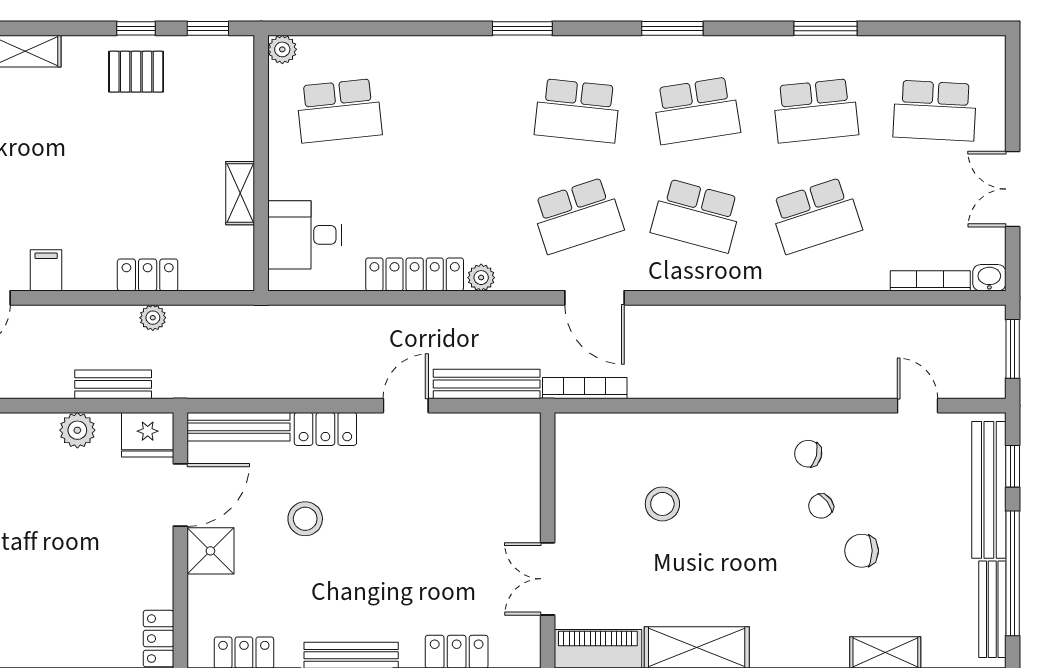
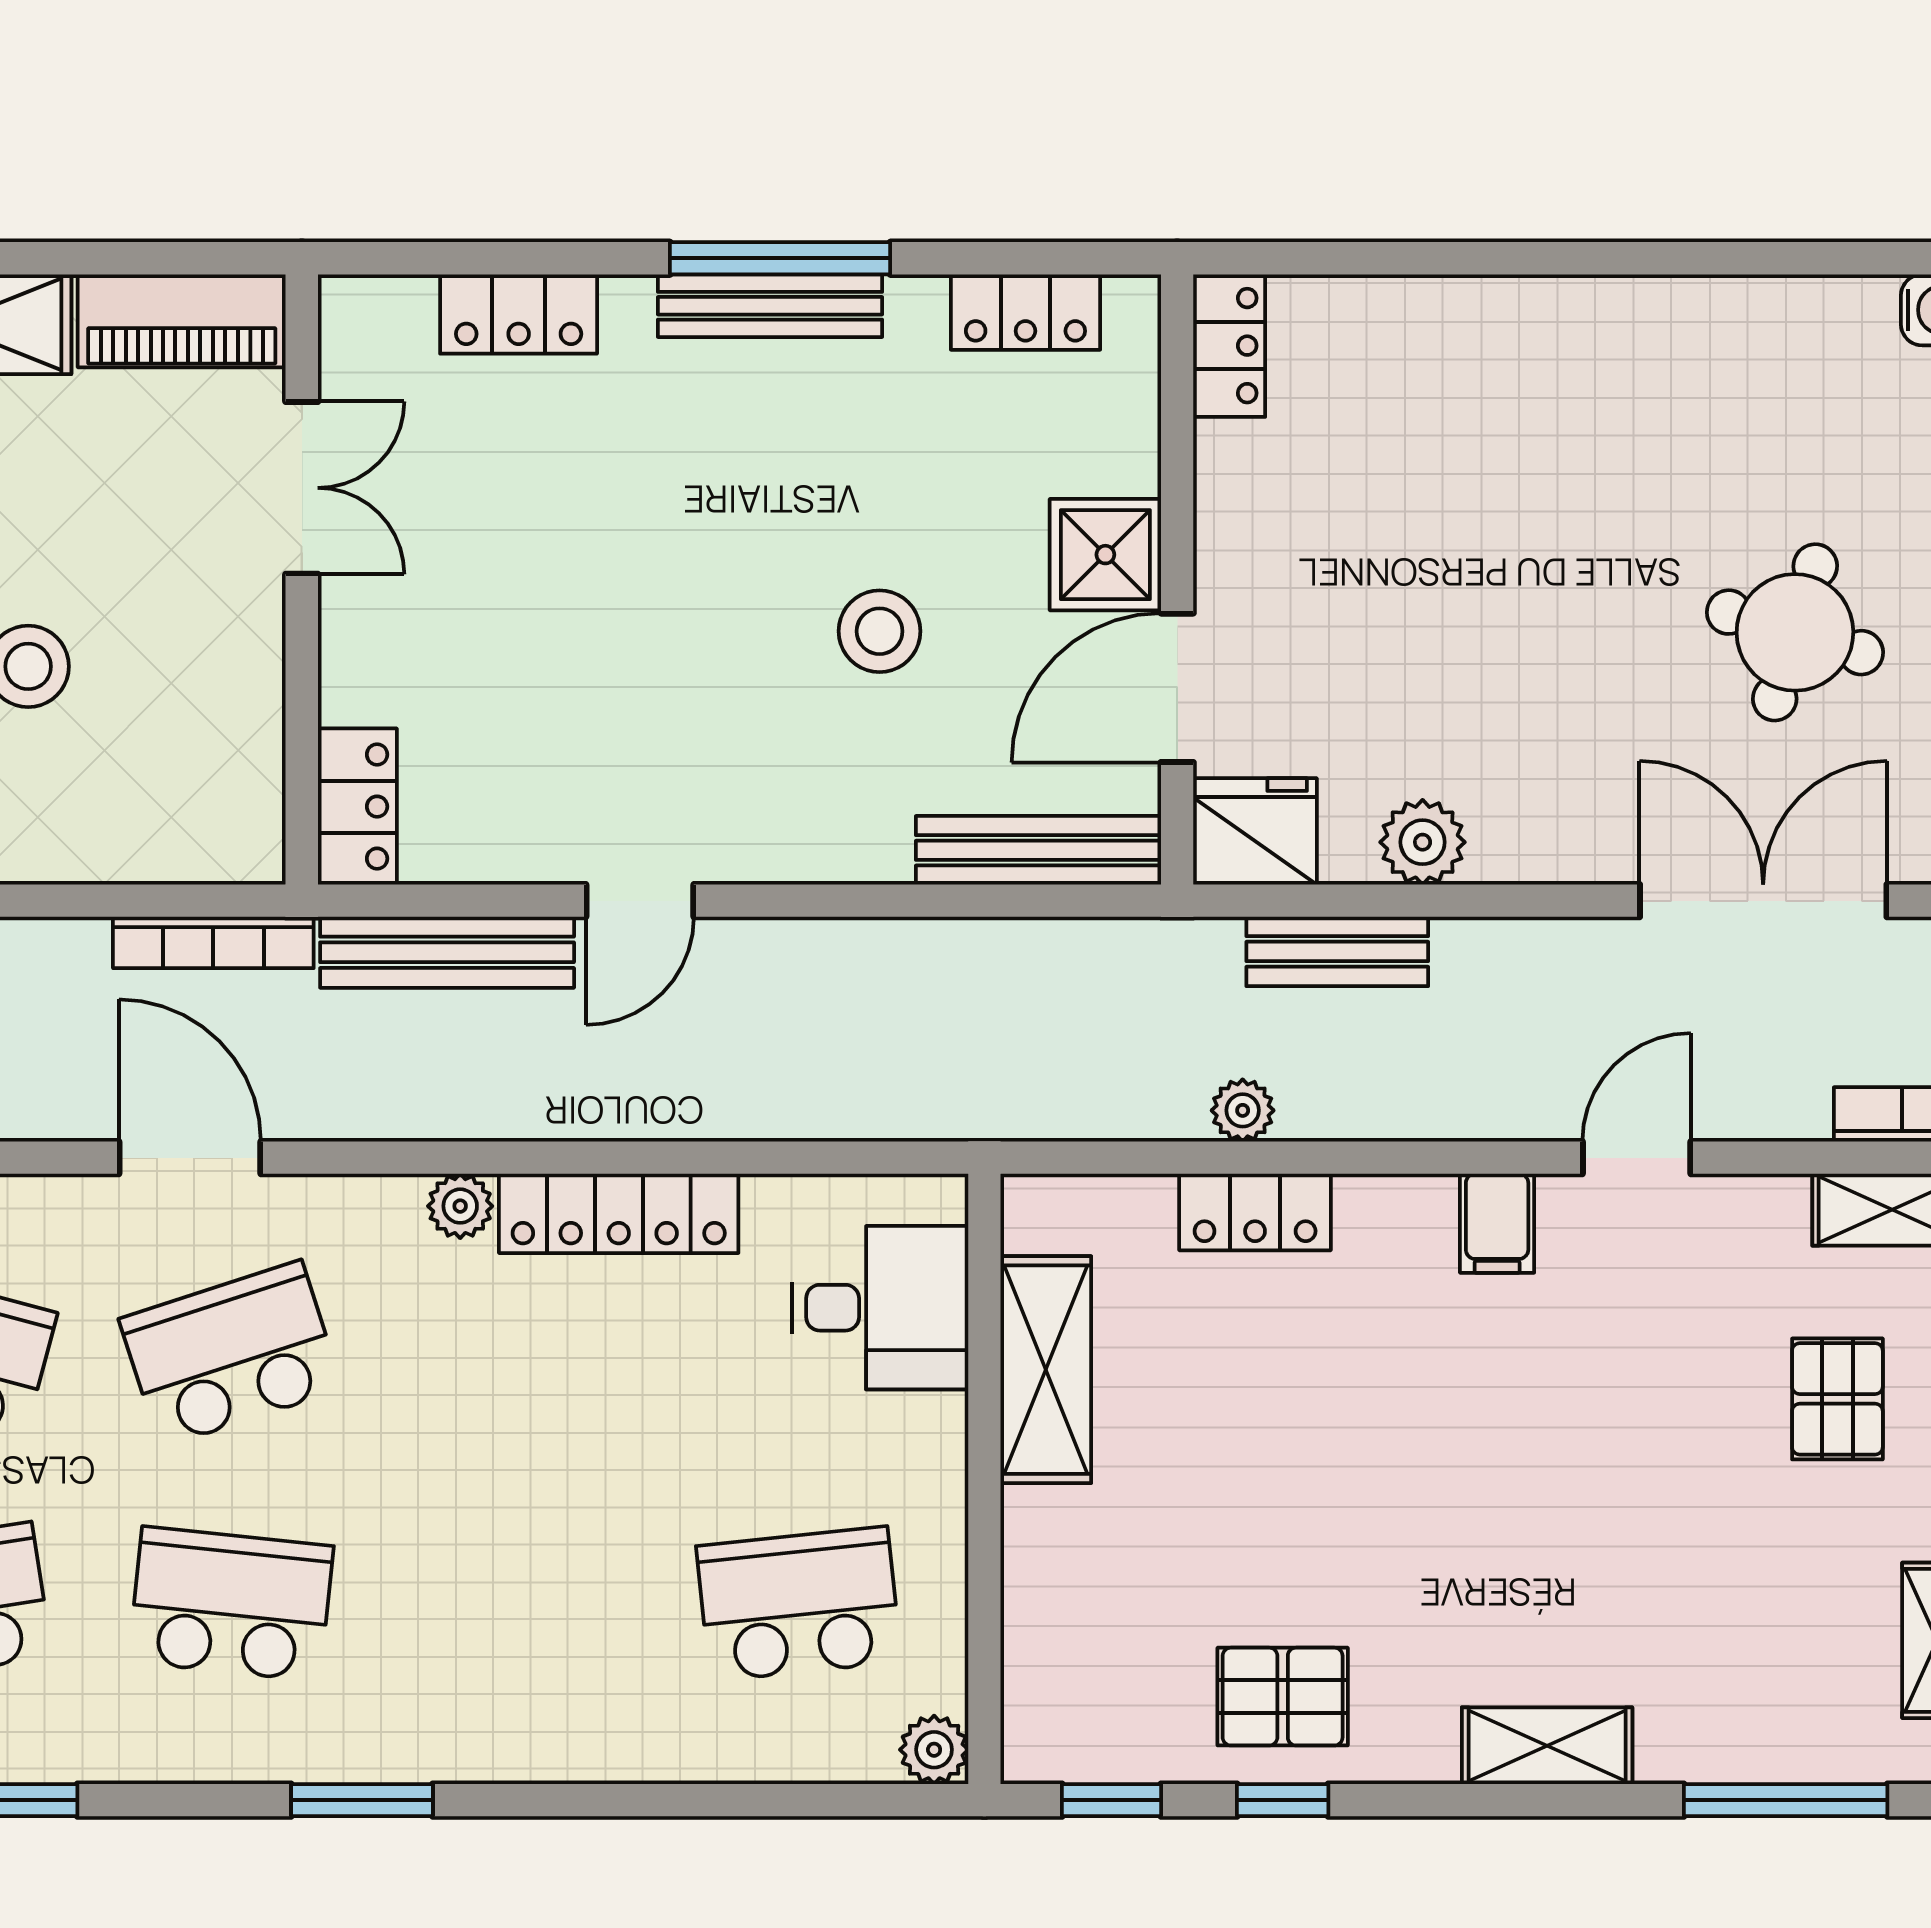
shelving: (240, 193) -> (1046, 1370), width x1.50, depth x1.33
locker: (325, 429) -> (357, 807), moved, turned 90

